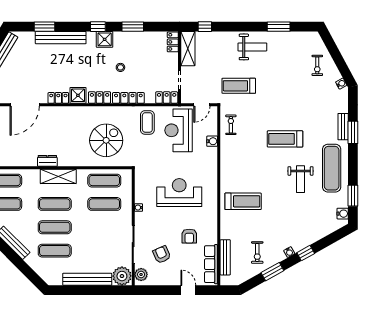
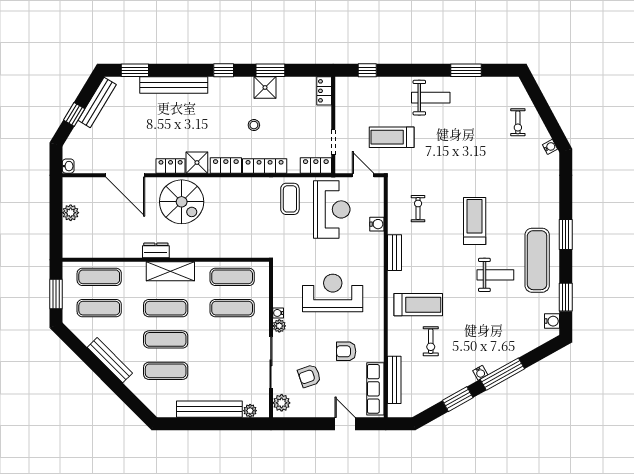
window: (45, 27) -> (135, 70), moved
shower: (105, 39) -> (265, 87), moved
shelving: (188, 49) -> (344, 100), removed
treadmill: (239, 86) -> (392, 137), moved
door: (25, 105) -> (125, 175), hinge flipped
door: (202, 105) -> (363, 175), swing flipped
exercise bike: (231, 125) -> (418, 209), moved
bench: (343, 127) -> (395, 253), moved
reception desk: (178, 130) -> (332, 209), turned 180
window: (353, 132) -> (566, 234), moved
treadmill: (285, 139) -> (475, 221), turned 90
spiral stairs: (106, 140) -> (182, 202), moved, turned 90
weight bench: (300, 179) -> (495, 275), turned -90
plant: (139, 217) -> (279, 326), added
armchair: (189, 236) -> (346, 351), turned 90
exercise bike: (257, 252) -> (431, 341), moved
window: (306, 253) -> (502, 374), width x2.17
armchair: (162, 255) -> (309, 376), turned -85
plant: (122, 276) -> (250, 411), width x0.53, depth x0.53

